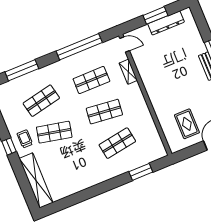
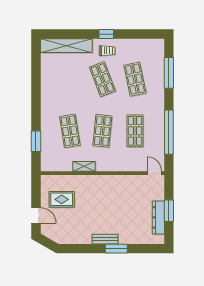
door: (125, 44) -> (154, 173), swing flipped
shelving: (128, 72) -> (84, 166), moved
shop shelf: (54, 132) -> (102, 79), turned -33

